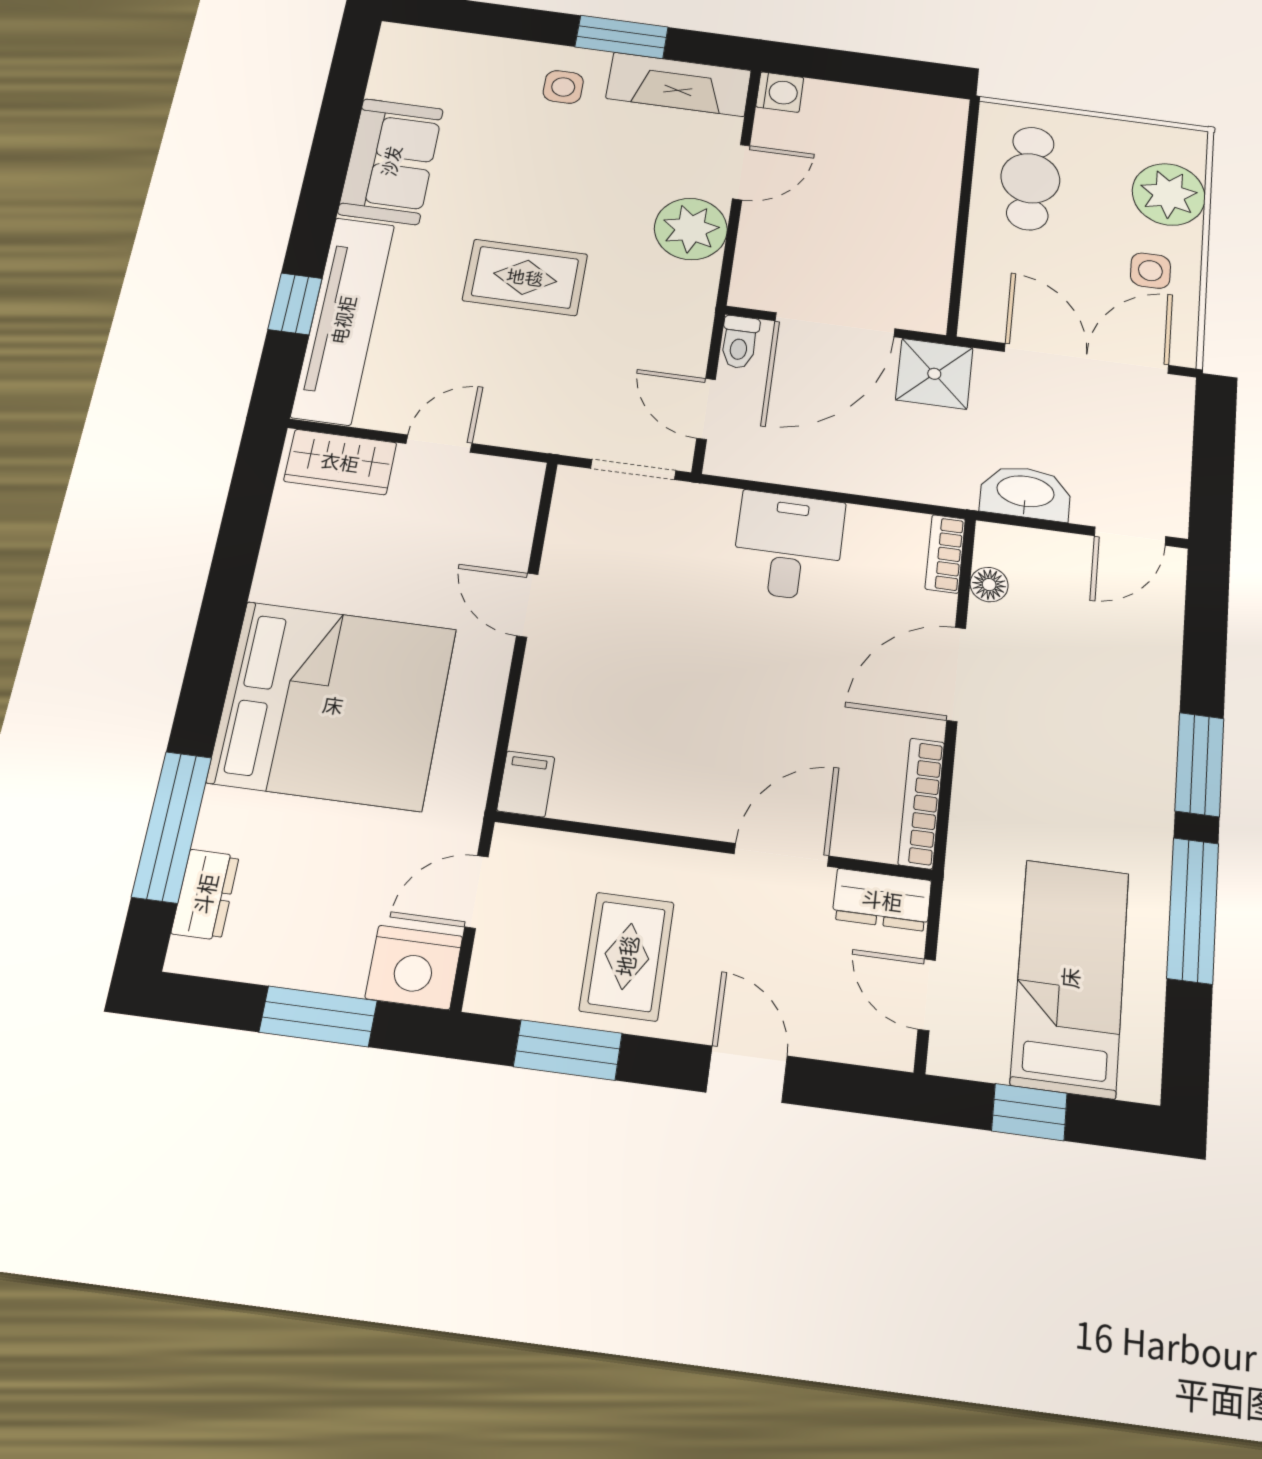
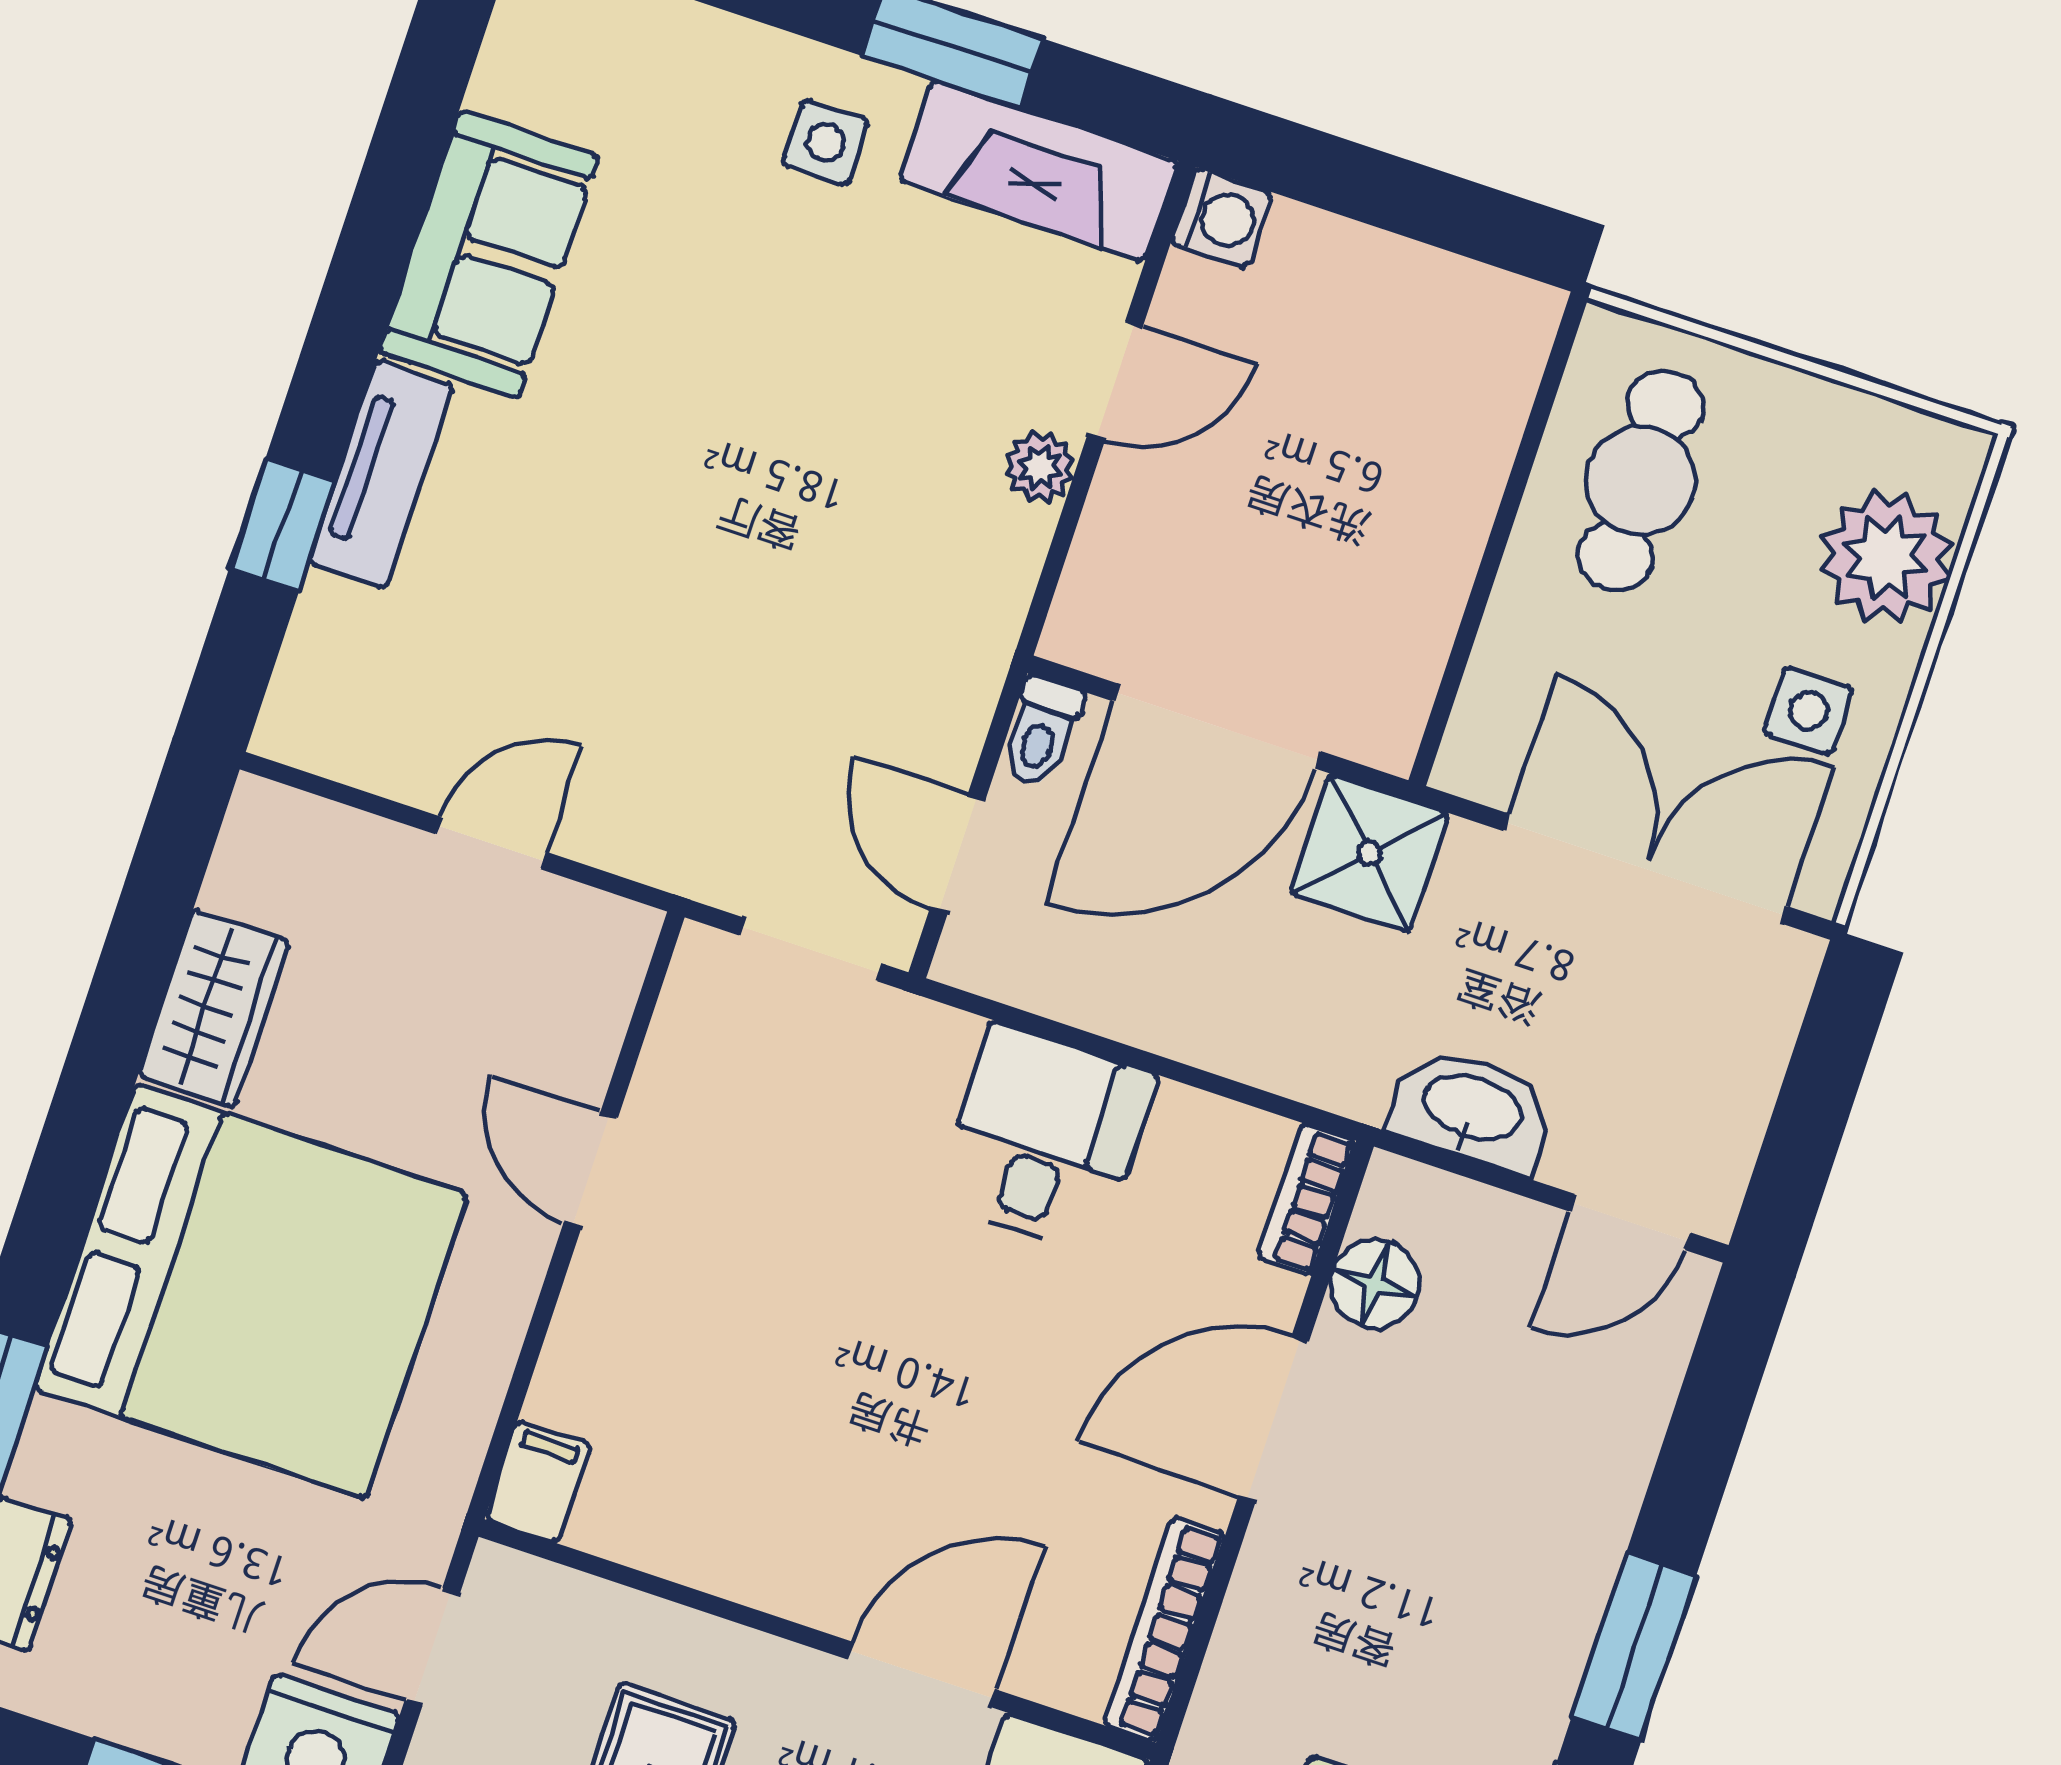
plant: (691, 229) -> (1040, 467), width x0.53, depth x0.53
rug: (525, 277) -> (690, 538), removed
tv unit: (343, 320) -> (381, 474), width x0.52, depth x0.78
wardrobe: (340, 462) -> (214, 1009), moved, turned -90
floor lamp: (989, 585) -> (1375, 1284), width x1.37, depth x1.37

